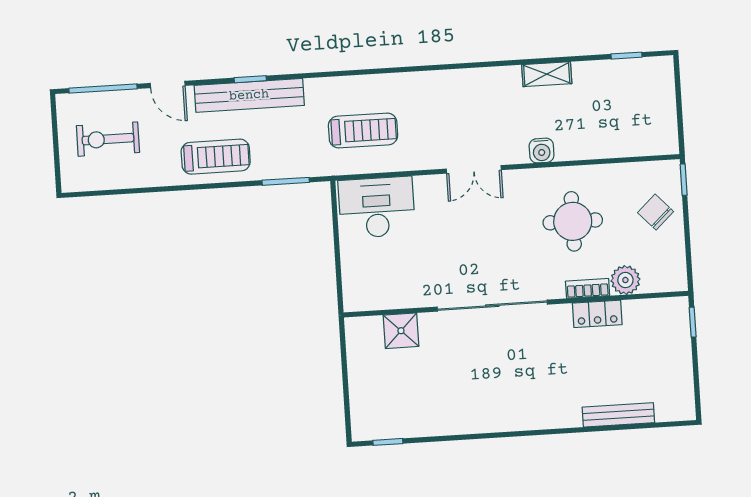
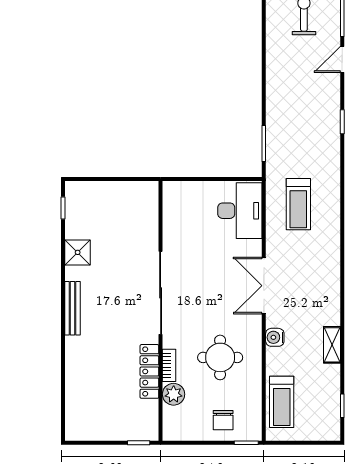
bench: (249, 95) -> (330, 120), removed
treadmill: (216, 157) -> (282, 402), moved
double door: (474, 169) -> (264, 286), width x1.37
chair: (656, 212) -> (223, 420), turned 133
locker: (597, 314) -> (149, 371), width x1.53
shower: (401, 331) -> (78, 252), moved
bench: (618, 415) -> (72, 308), moved

